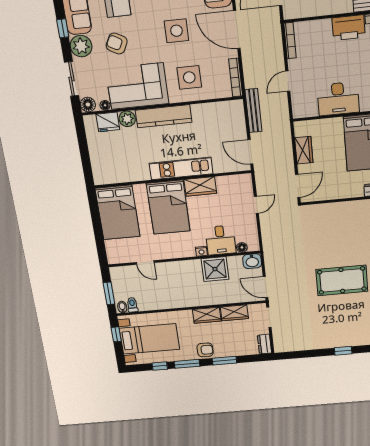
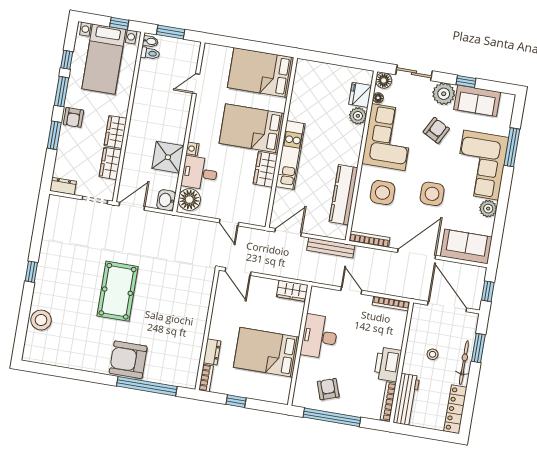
kitchen counter: (164, 116) -> (343, 195), moved
wardrobe: (304, 150) -> (292, 291), moved
floor lamp: (242, 247) -> (189, 200), width x1.89, depth x1.89

